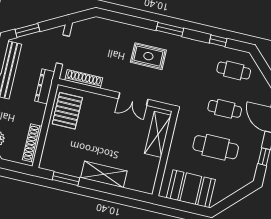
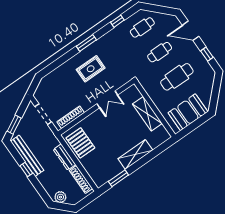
dresser: (45, 86) -> (64, 157), moved
shelving: (158, 134) -> (147, 114), moved

